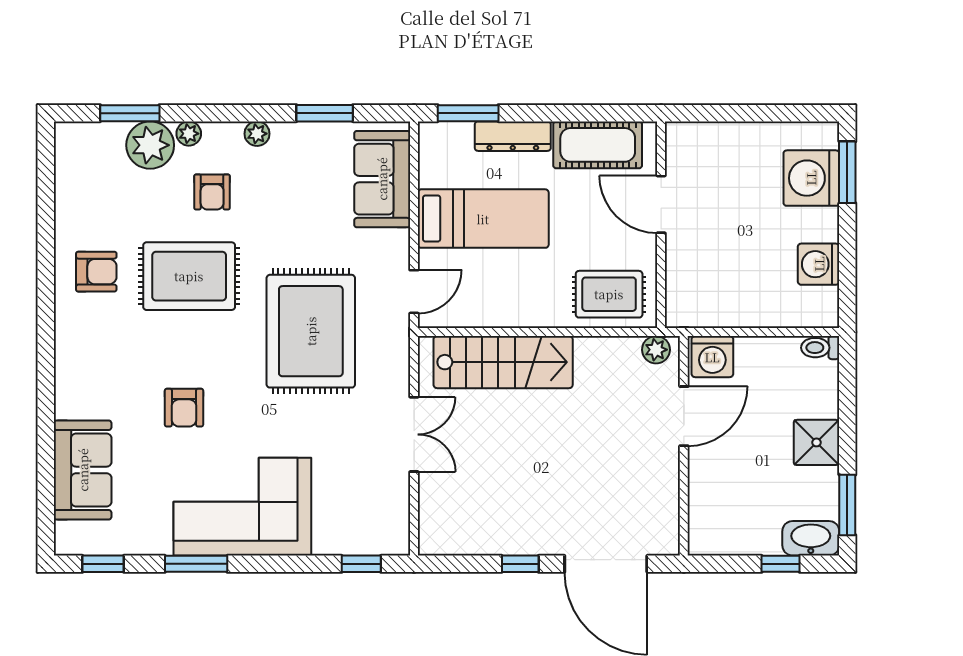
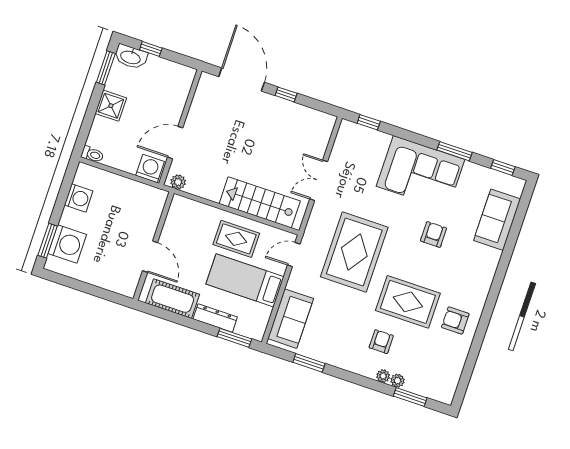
plant: (257, 134) -> (348, 364), removed
plant: (150, 145) -> (397, 381), width x0.53, depth x0.53
rug: (609, 294) -> (236, 239), moved

